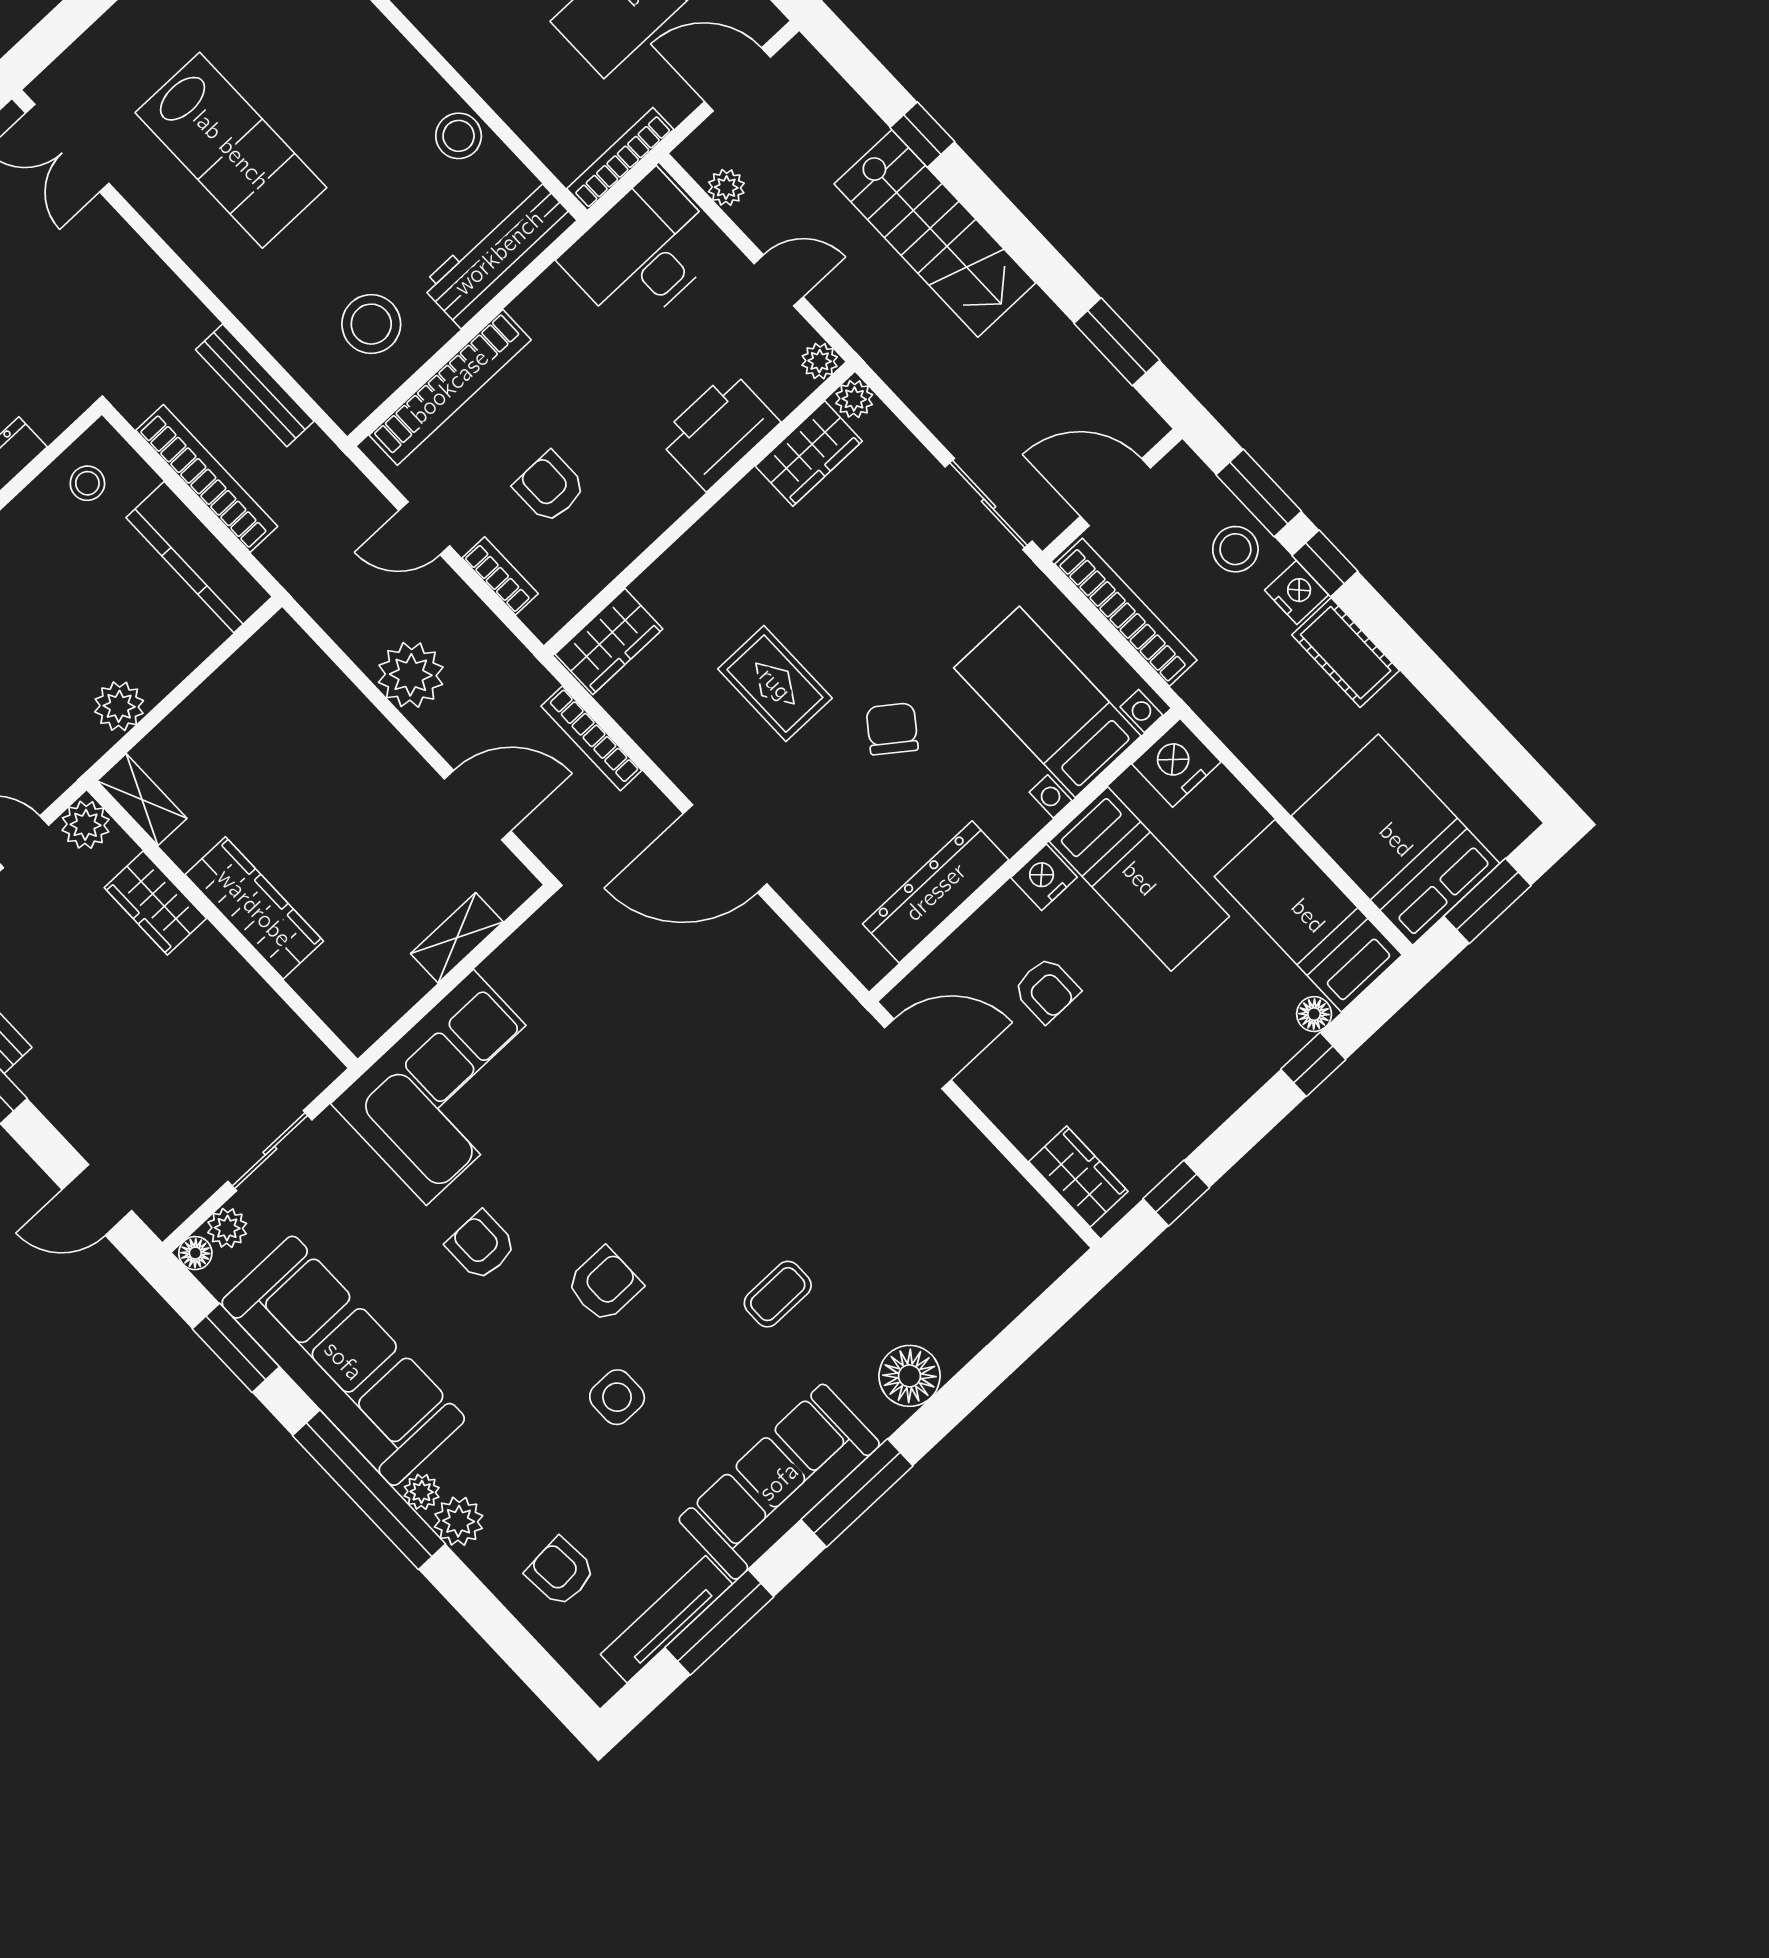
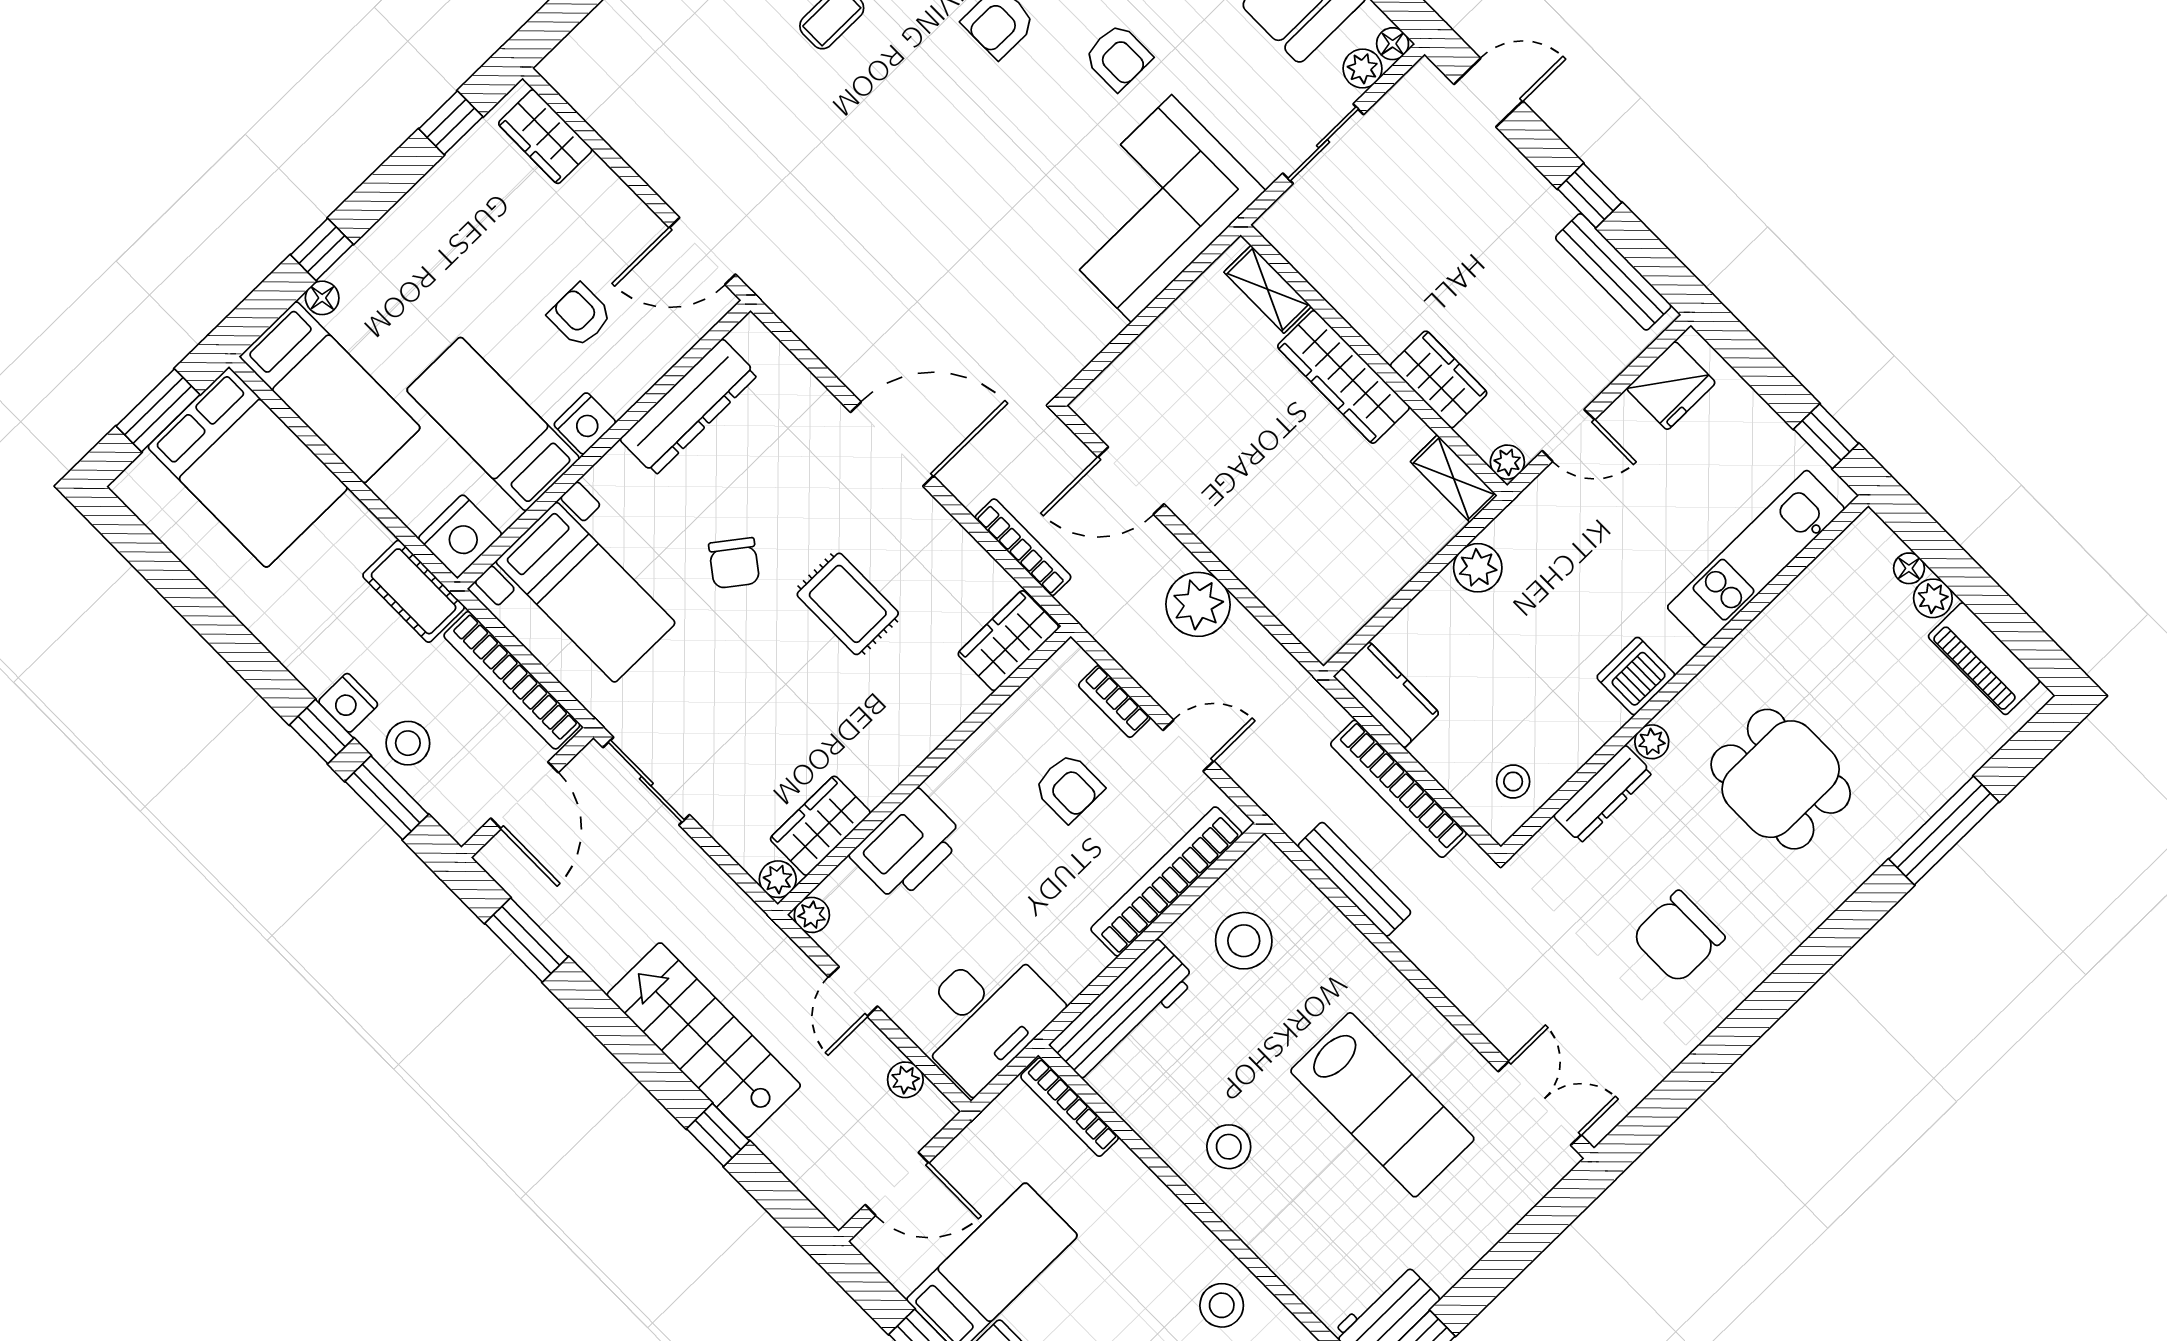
stool: (459, 136) -> (1229, 1147), moved
lab bench: (231, 150) -> (1382, 1105), turned 180
bookcase: (620, 159) -> (1070, 1107), moved, turned 90
door: (779, 280) -> (853, 992), hinge flipped
door: (1115, 492) -> (525, 795), hinge flipped
kitchen counter: (199, 557) -> (1386, 695), width x0.67
cot: (1346, 653) -> (414, 591), moved
plant: (86, 825) -> (1507, 462), width x0.73, depth x0.73
shelving: (457, 938) -> (1268, 289), moved, turned 90

